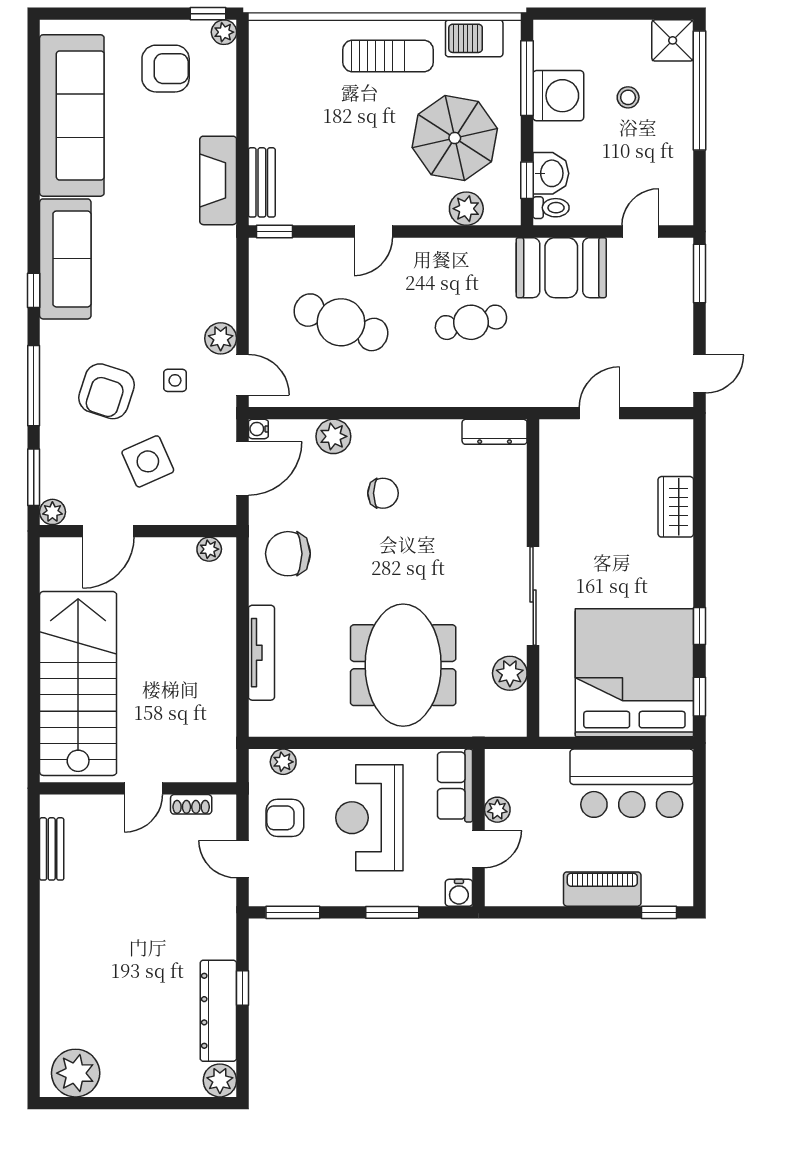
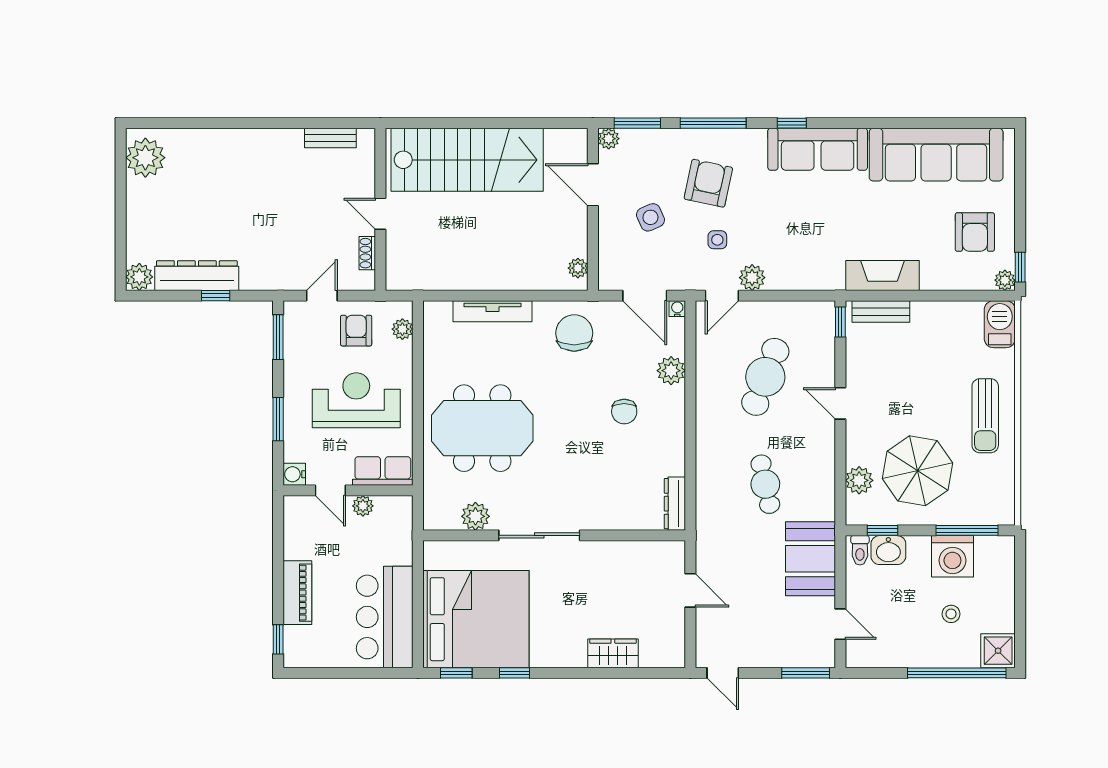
barbecue: (474, 38) -> (1000, 324), moved
armchair: (106, 391) -> (708, 183), turned 84
side table: (148, 461) -> (650, 217), width x0.73, depth x0.73

